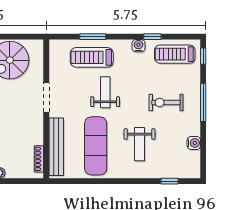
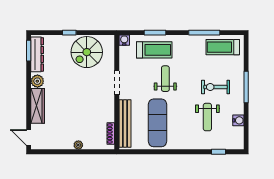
window: (152, 37) -> (204, 33), width x2.17
water cooler: (138, 46) -> (124, 40), moved
window: (203, 56) -> (246, 49), removed
treadmill: (92, 57) -> (154, 50), turned 180
weight bench: (140, 144) -> (207, 117), moved

